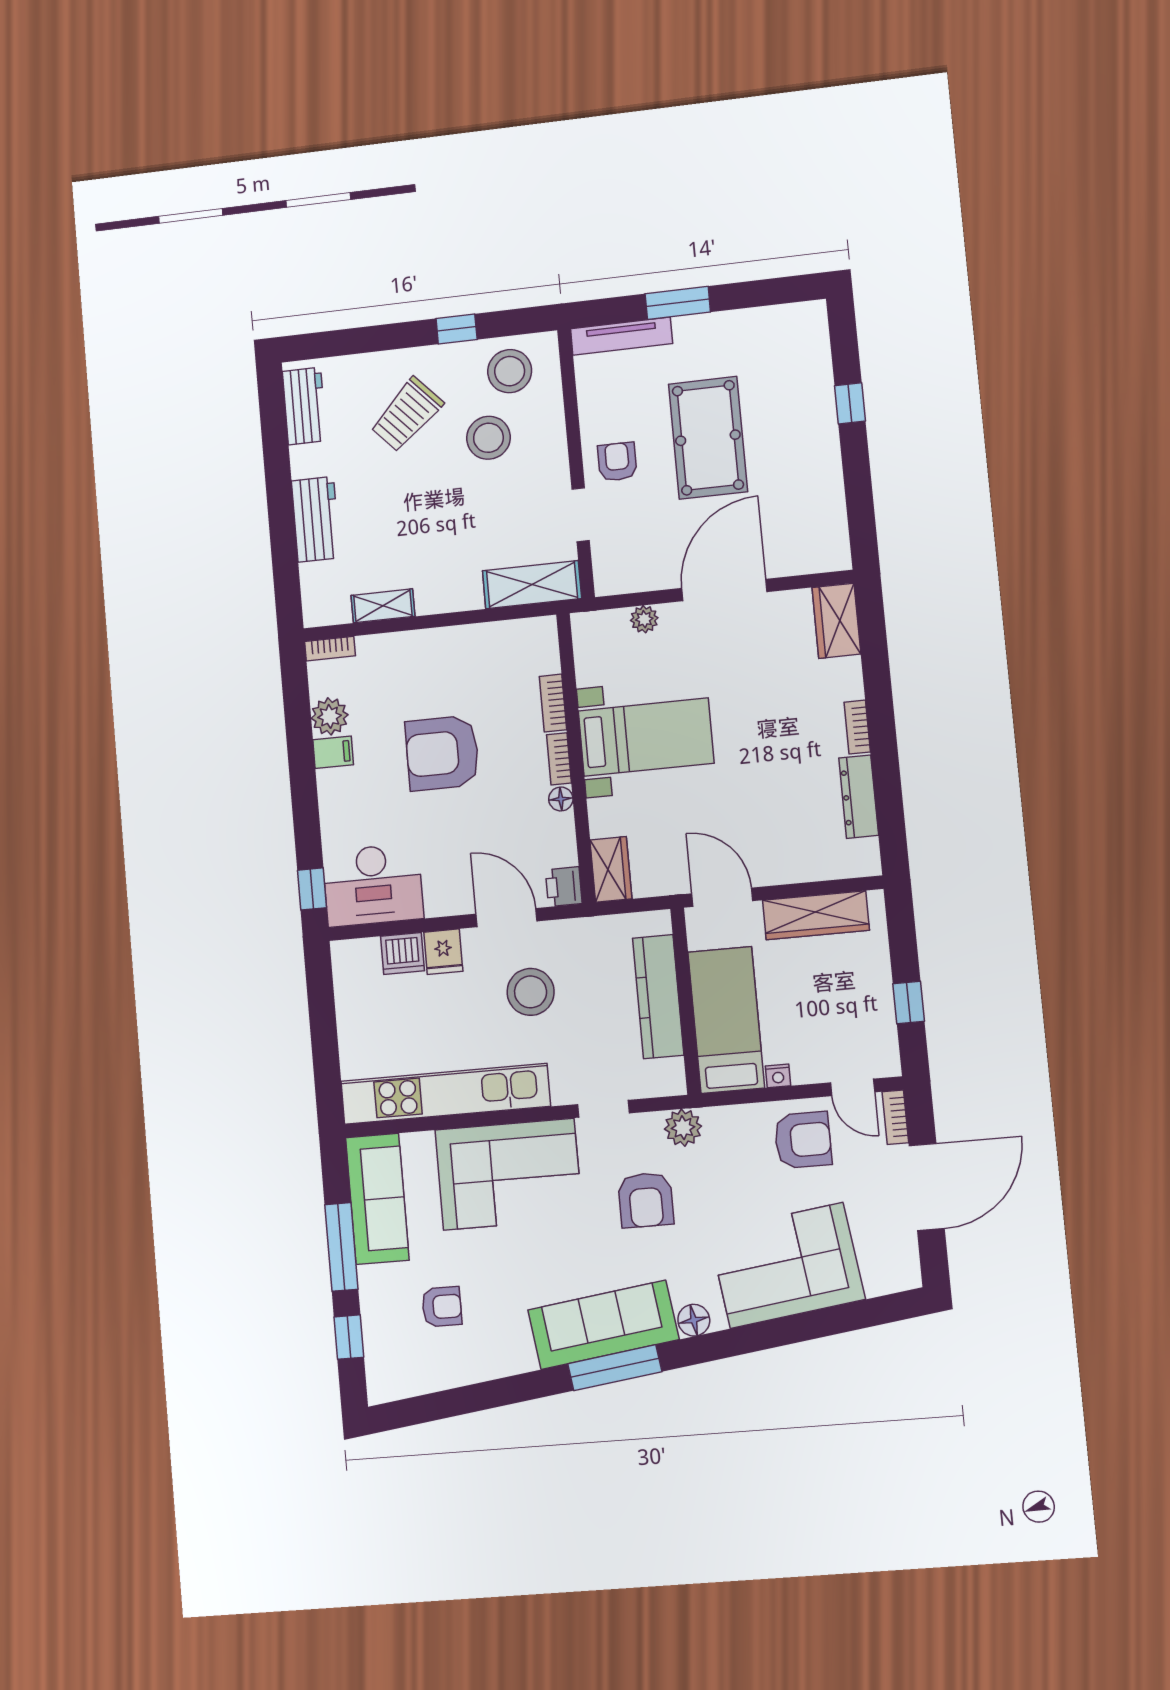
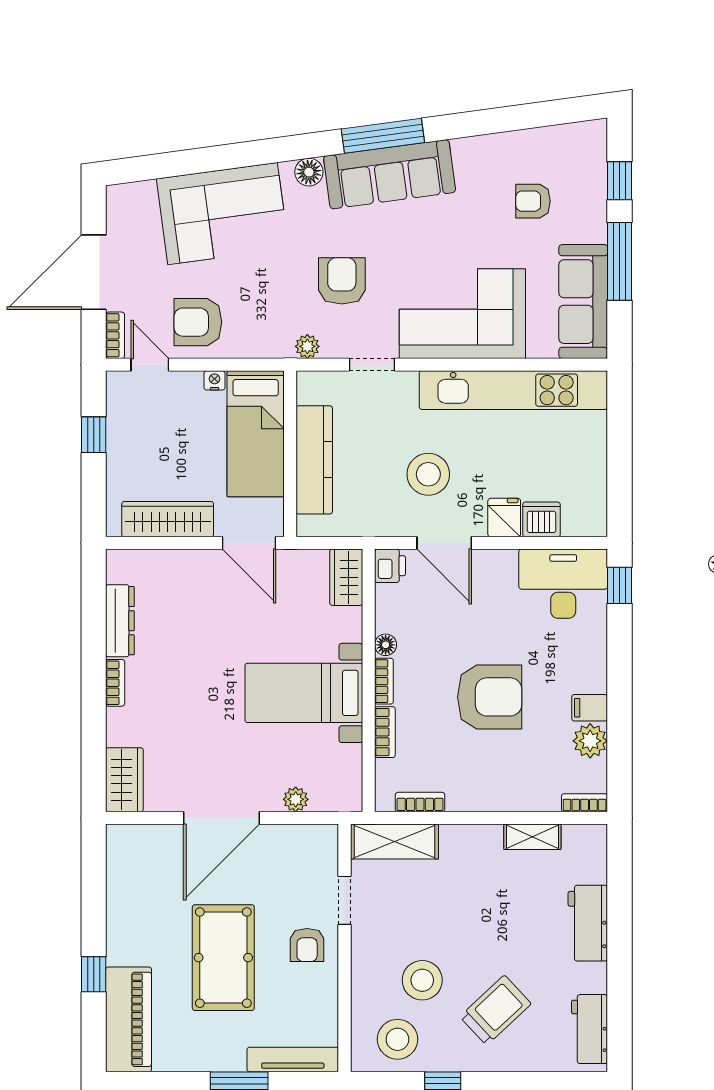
piano: (806, 359) -> (129, 1019), added
bookcase: (508, 631) -> (420, 802), added
plant: (683, 1128) -> (307, 346), width x0.73, depth x0.73

